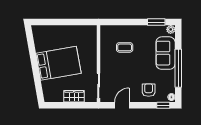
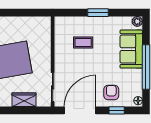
window: (156, 22) -> (98, 13), moved
door: (122, 105) -> (80, 110), width x1.87
window: (163, 105) -> (117, 110), moved

